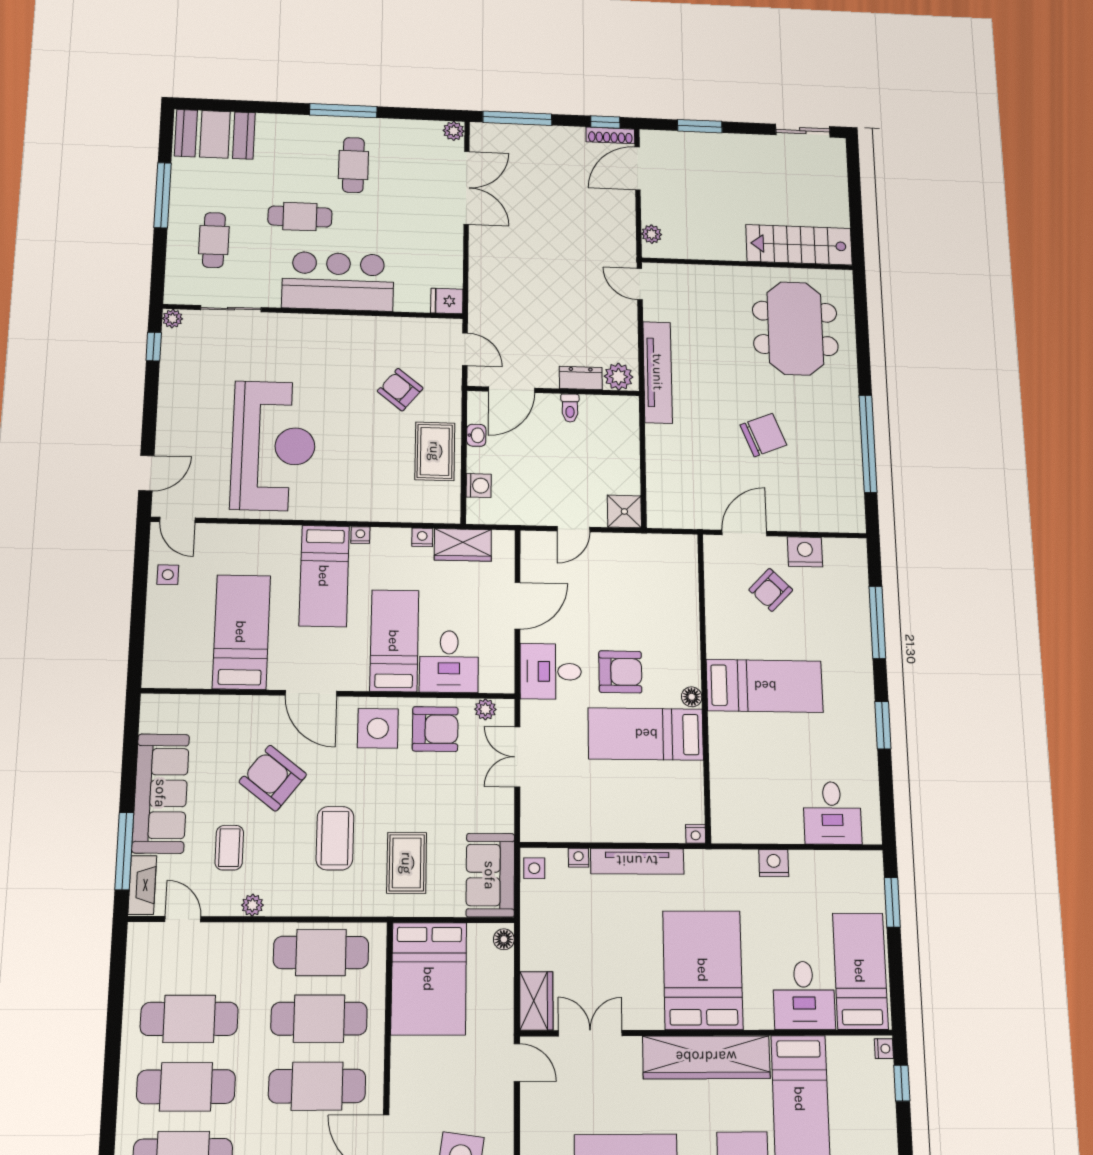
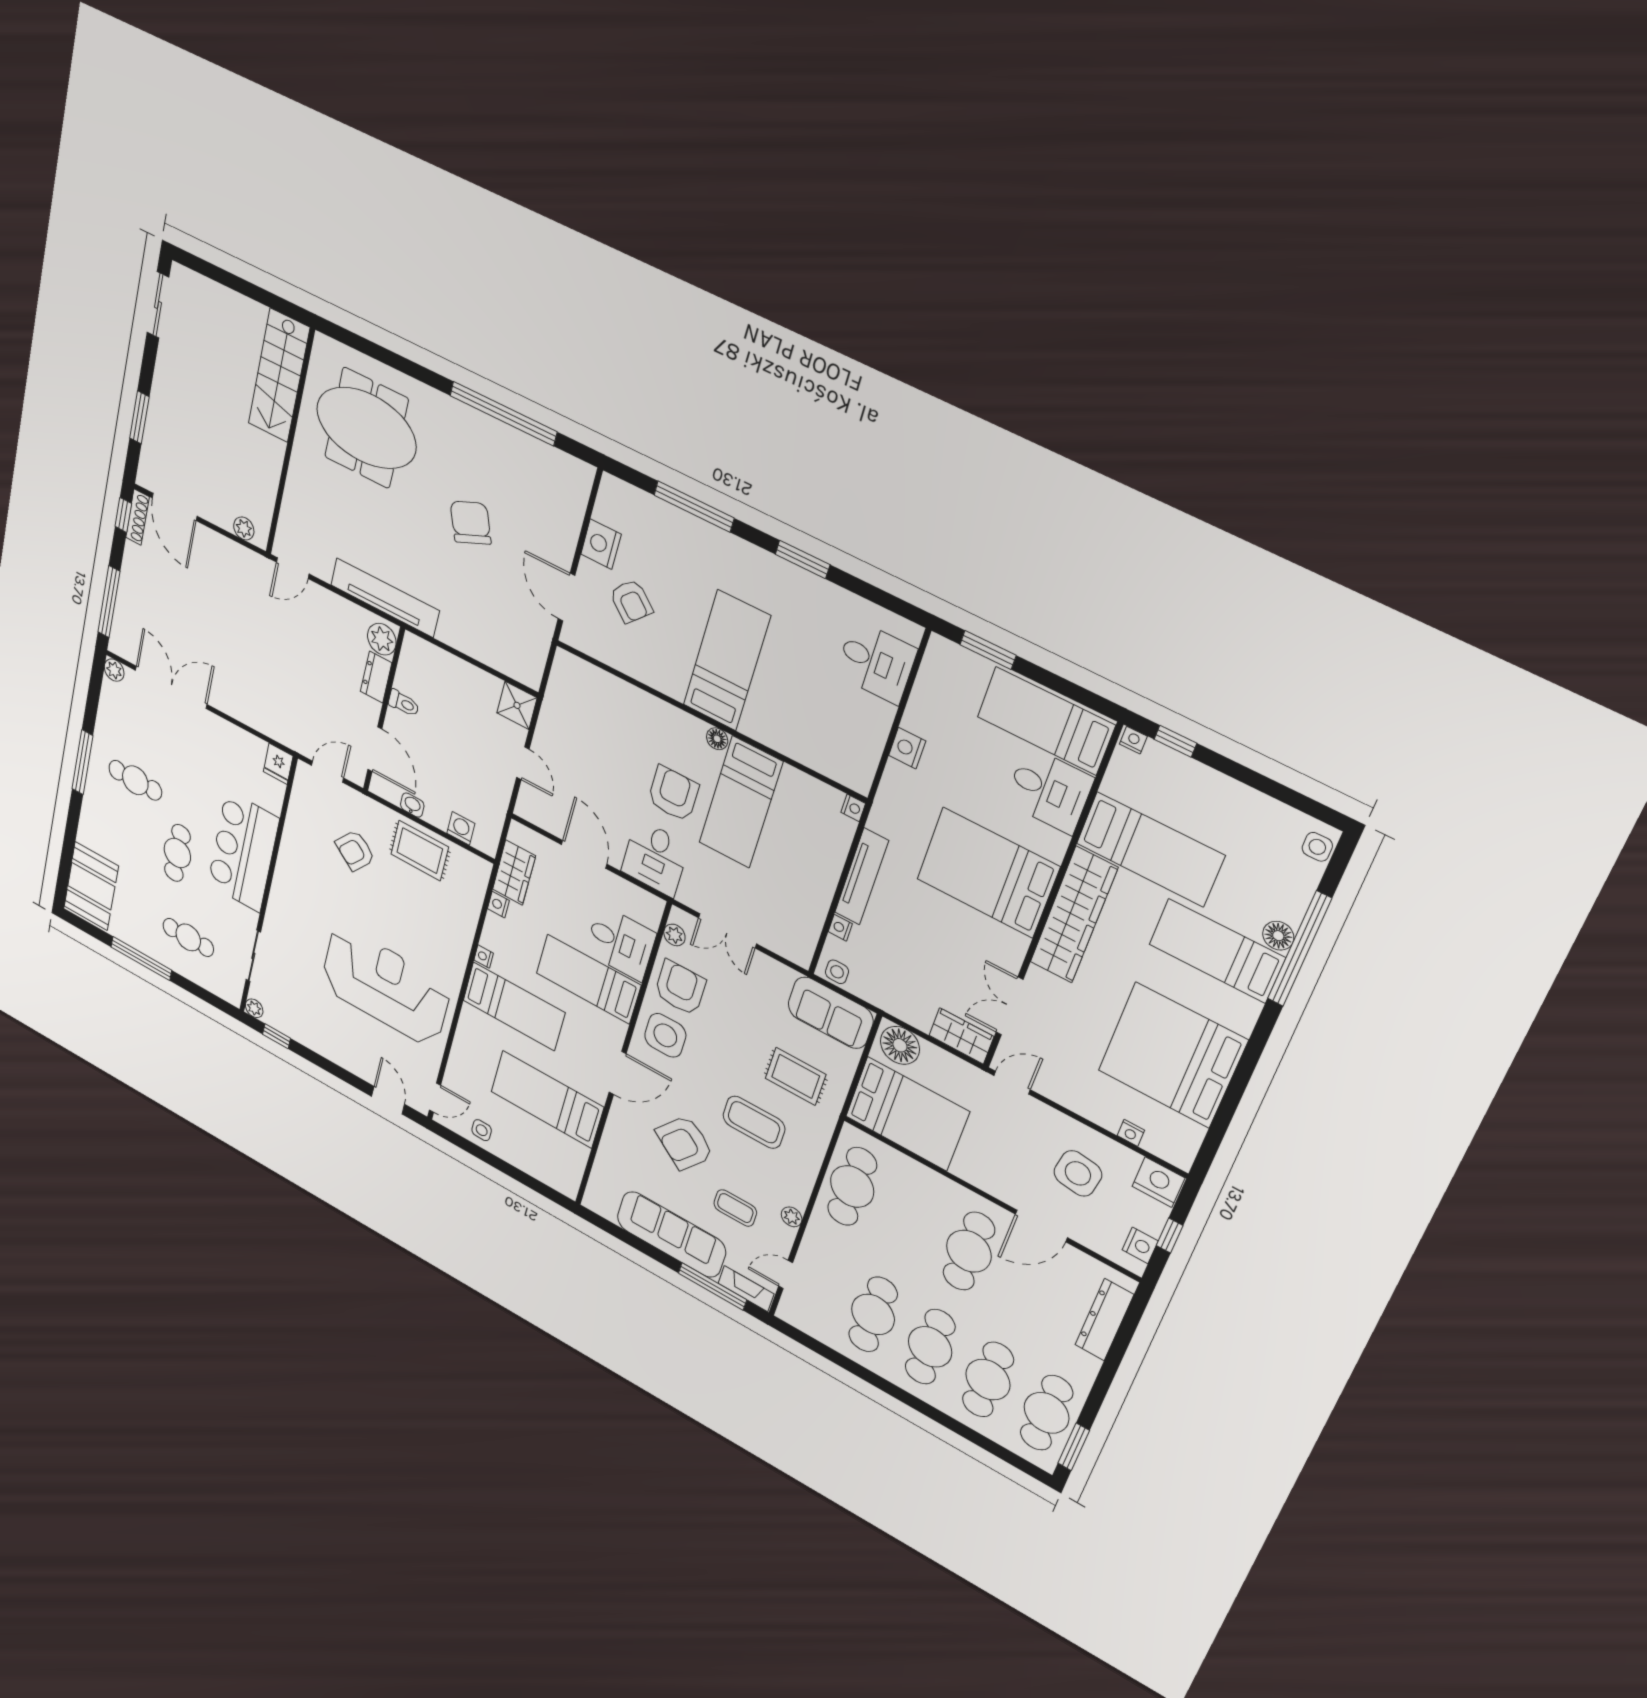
floor lamp: (504, 939) -> (900, 1045), width x1.89, depth x1.89
cafe table: (319, 1019) -> (910, 1219), removed

